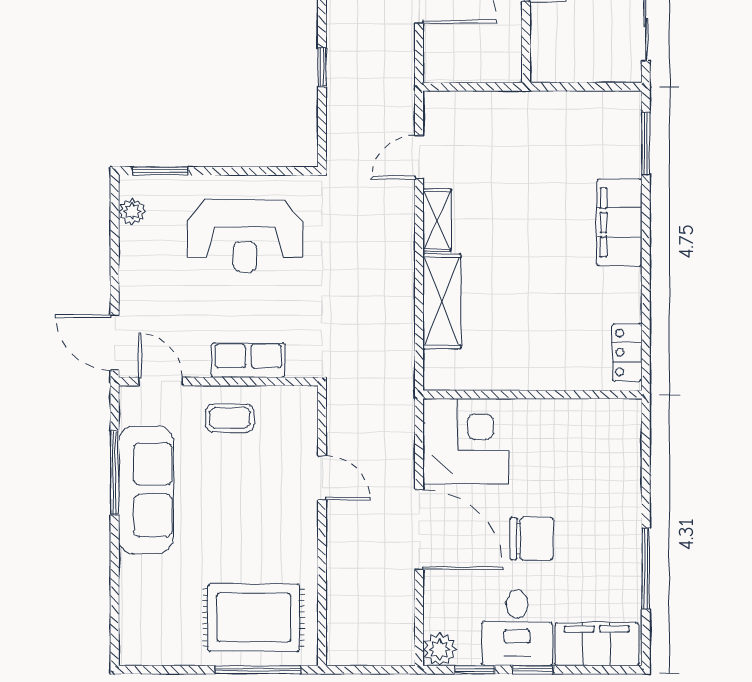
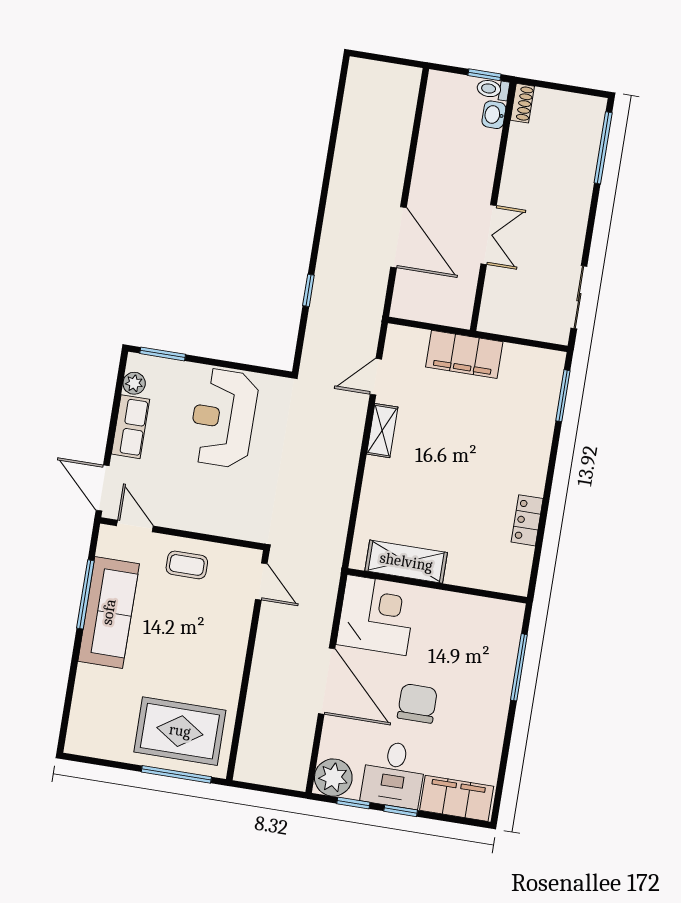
filing cabinet: (619, 223) -> (464, 354), moved, turned -90
reception desk: (245, 236) -> (223, 418), turned 90
shelving: (442, 301) -> (406, 562), moved, turned 90
locker: (627, 352) -> (527, 520), moved
row of seats: (248, 360) -> (130, 427), moved, turned 90
door: (322, 478) -> (261, 582), moved
chair: (532, 539) -> (417, 703), turned -90
window: (646, 569) -> (519, 667), moved
plant: (440, 649) -> (333, 778), width x1.36, depth x1.36

